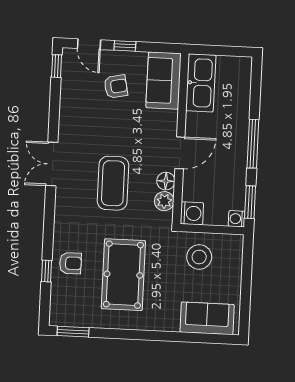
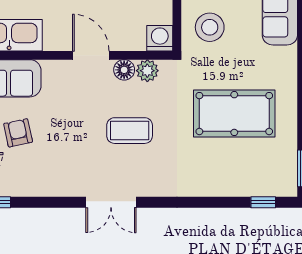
coffee table: (113, 183) -> (130, 131), width x0.73, depth x0.76
armchair: (70, 263) -> (224, 175), removed
window: (47, 271) -> (263, 202), moved

